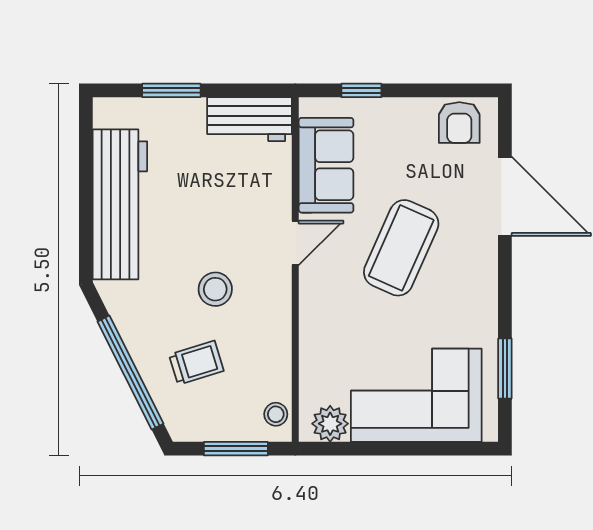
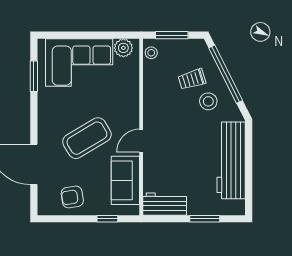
armchair: (459, 123) -> (72, 197), moved, turned -99
coffee table: (401, 248) -> (87, 138), turned 35
stool: (215, 289) -> (208, 101), moved

